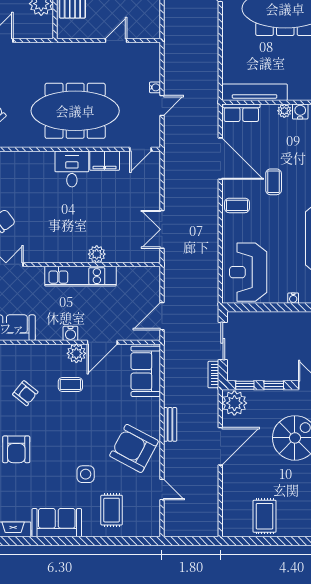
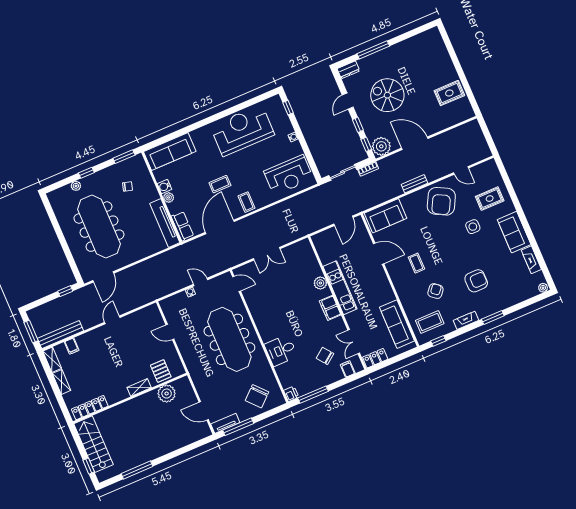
filing cabinet: (105, 161) -> (330, 308), moved, turned 180
desk: (72, 169) -> (281, 350), moved
double door: (162, 229) -> (267, 254), moved
door: (162, 316) -> (343, 221), hinge flipped
water cooler: (70, 333) -> (382, 278), removed
plant: (76, 353) -> (394, 268), removed
door: (162, 489) -> (461, 170), swing flipped

